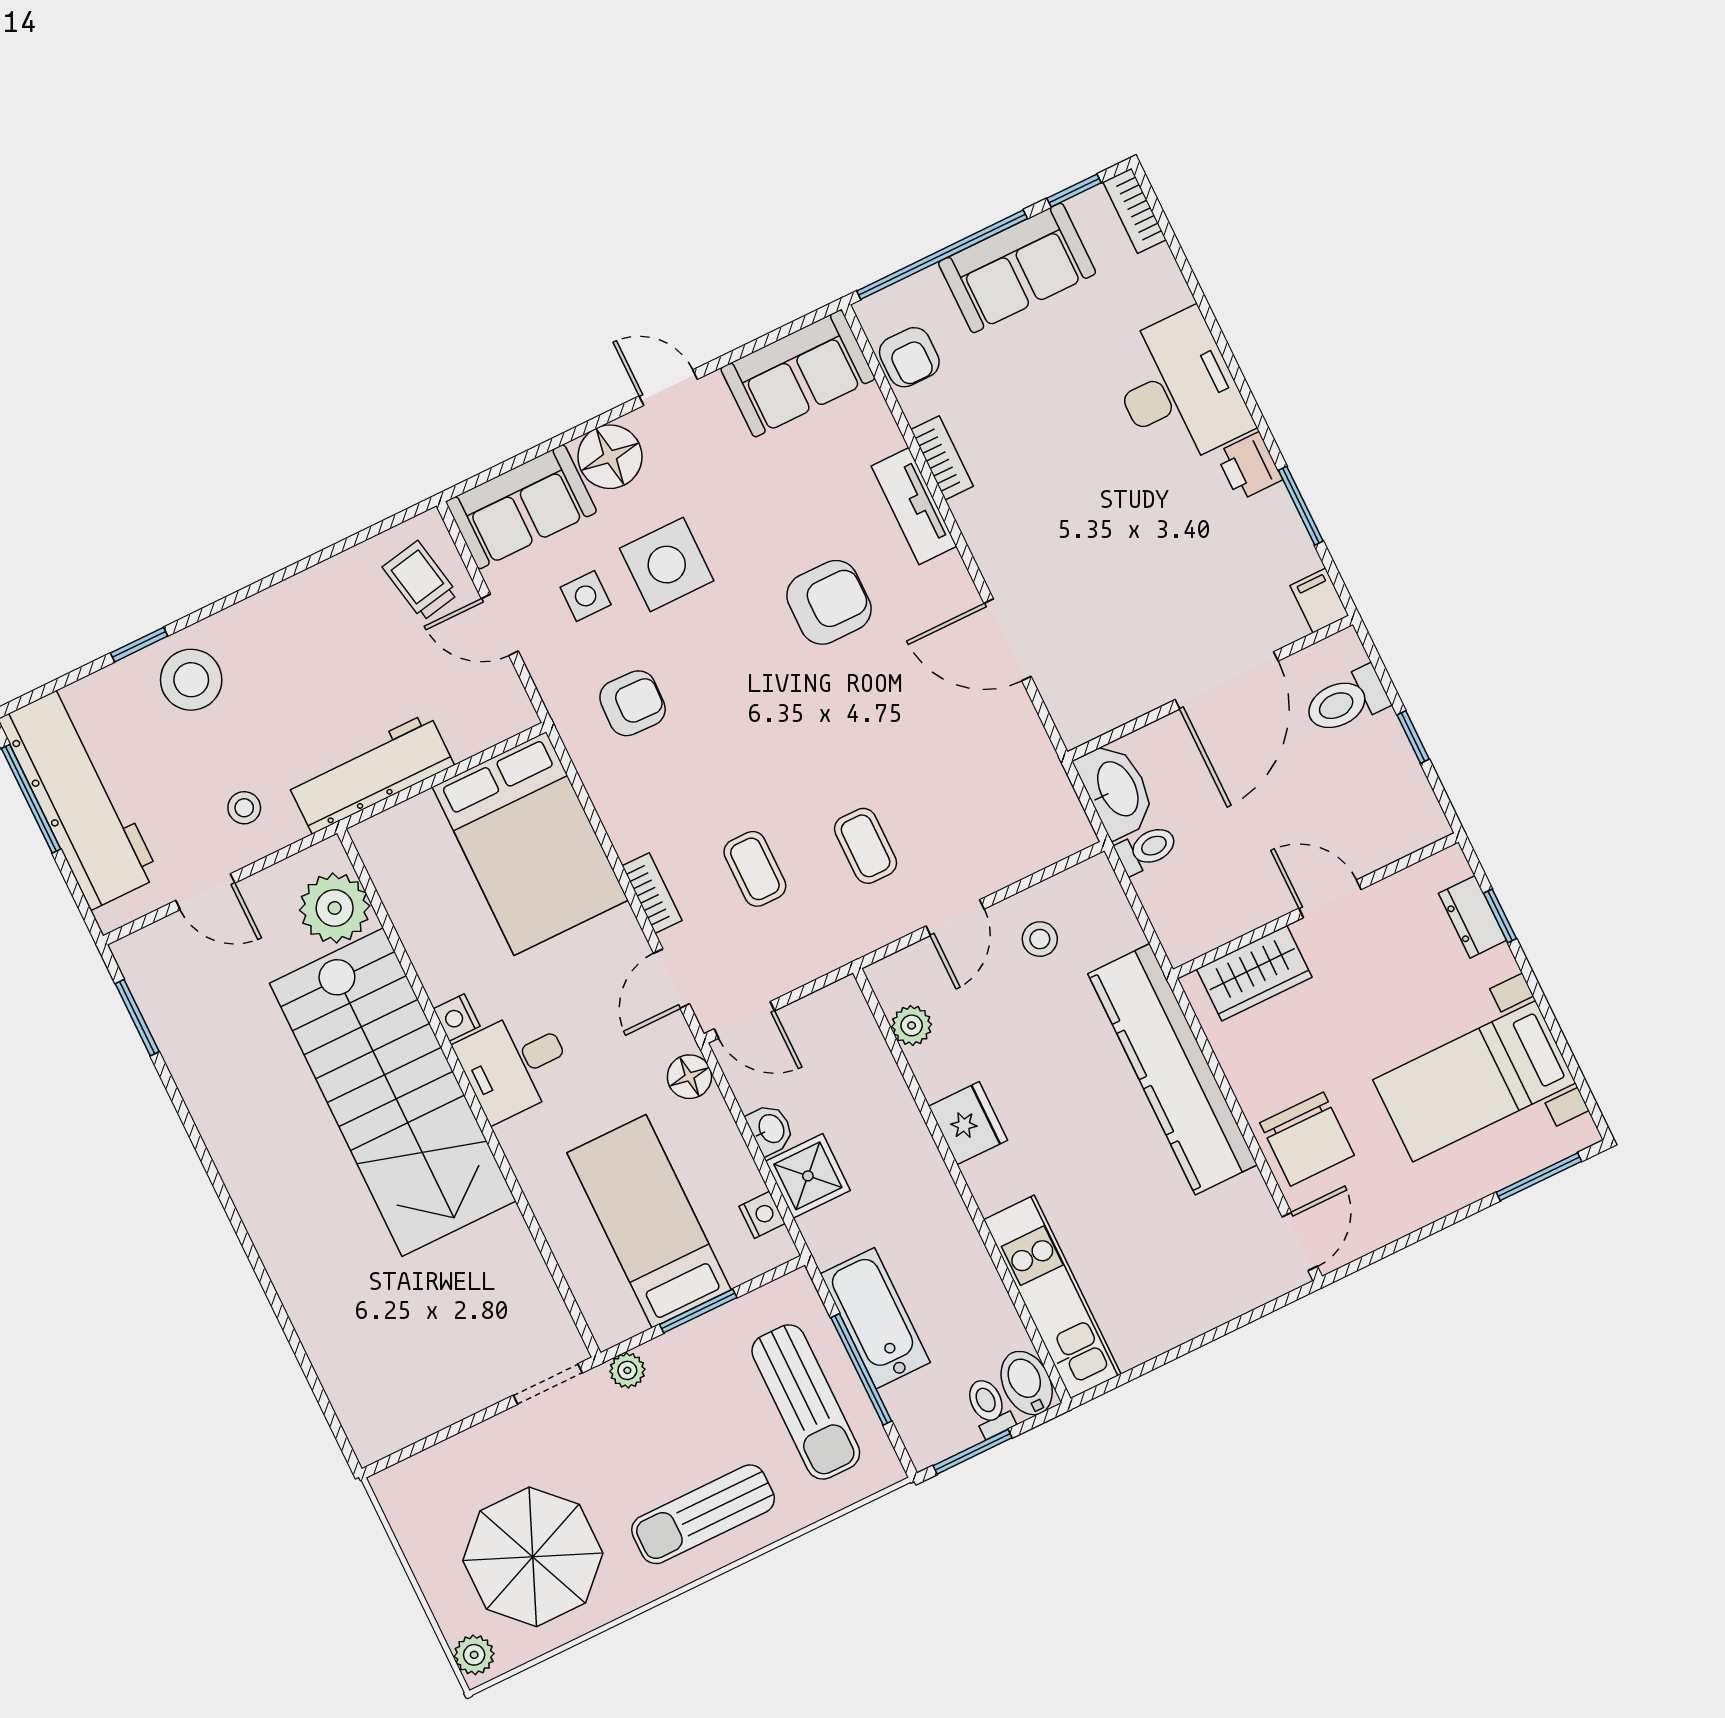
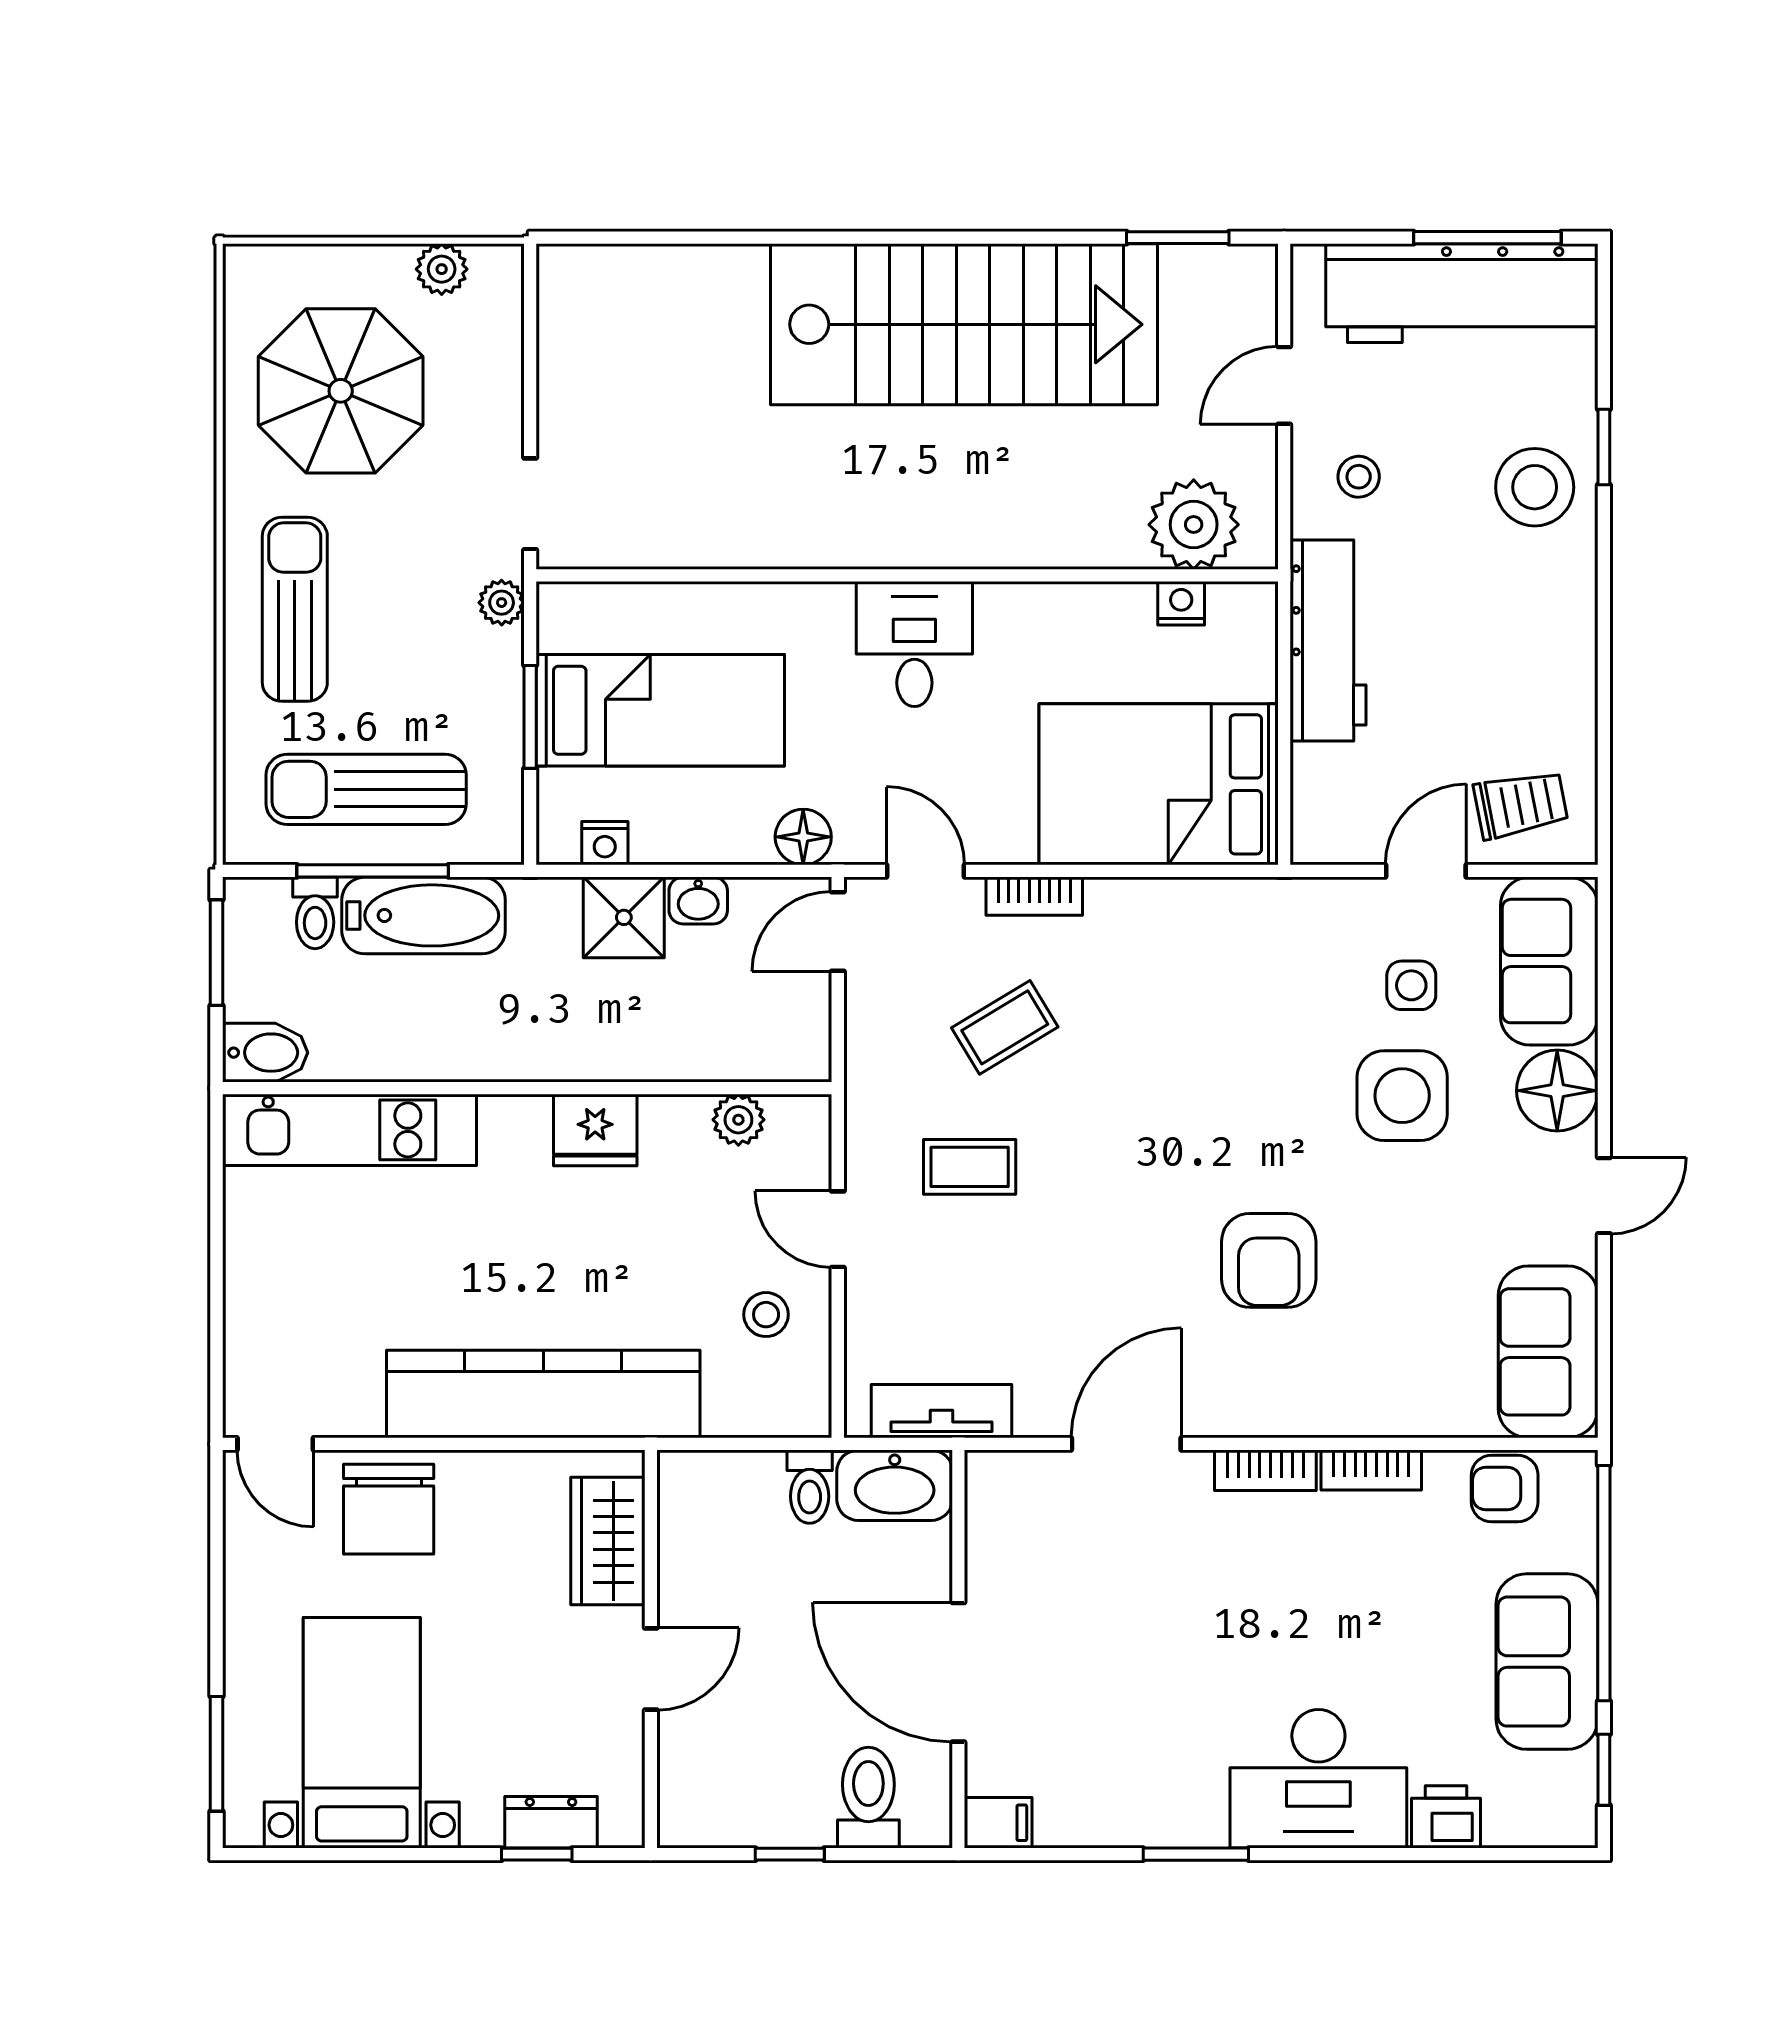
bookcase: (1135, 211) -> (1265, 1470), moved, turned 180
printer: (1249, 466) -> (1446, 1817), moved
tv unit: (914, 506) -> (941, 1411), moved
window: (1301, 506) -> (1196, 1854), moved
armchair: (633, 703) -> (1262, 979), removed
coffee table: (755, 869) -> (1005, 1027), turned -31
nightstand: (457, 1017) -> (1181, 603), moved
stairs: (393, 1092) -> (964, 324), moved, turned 180
chair: (1307, 1139) -> (389, 1509), turned -90
toilet: (989, 1407) -> (315, 913), moved, turned 90
plant: (474, 1655) -> (442, 269), moved

